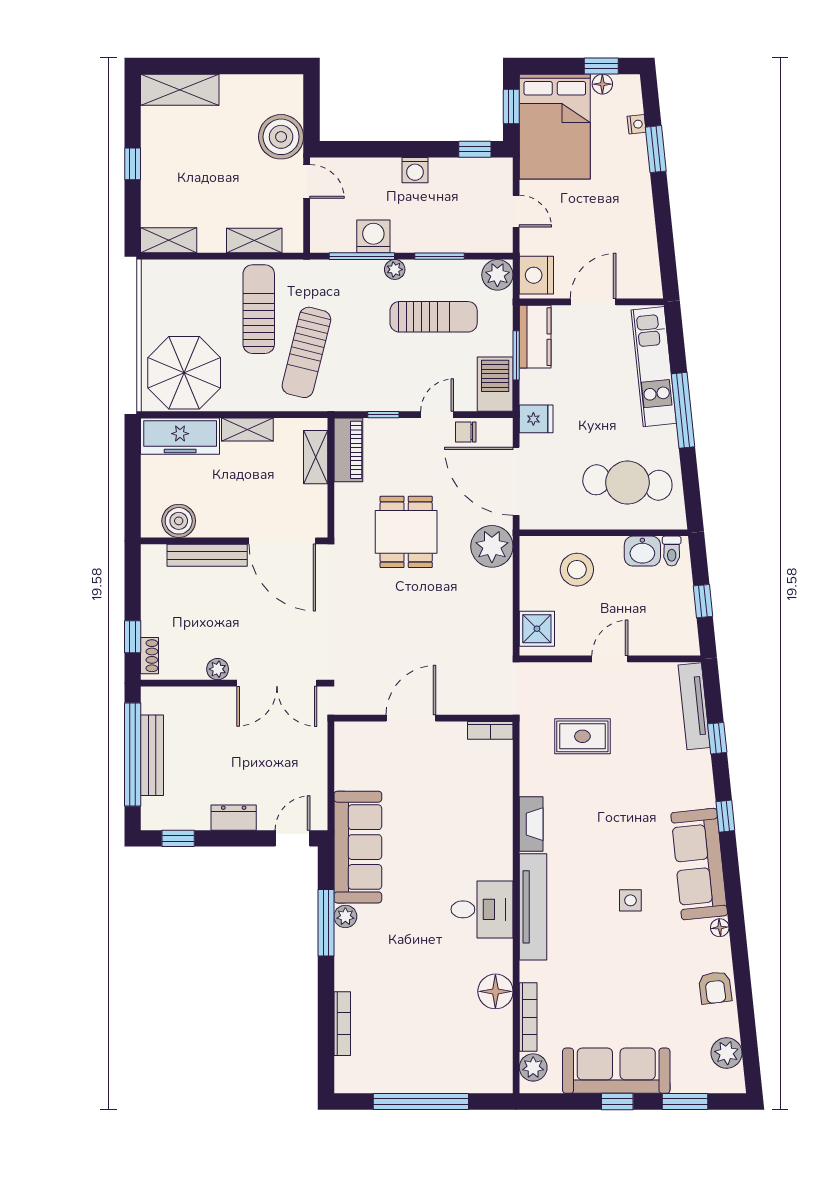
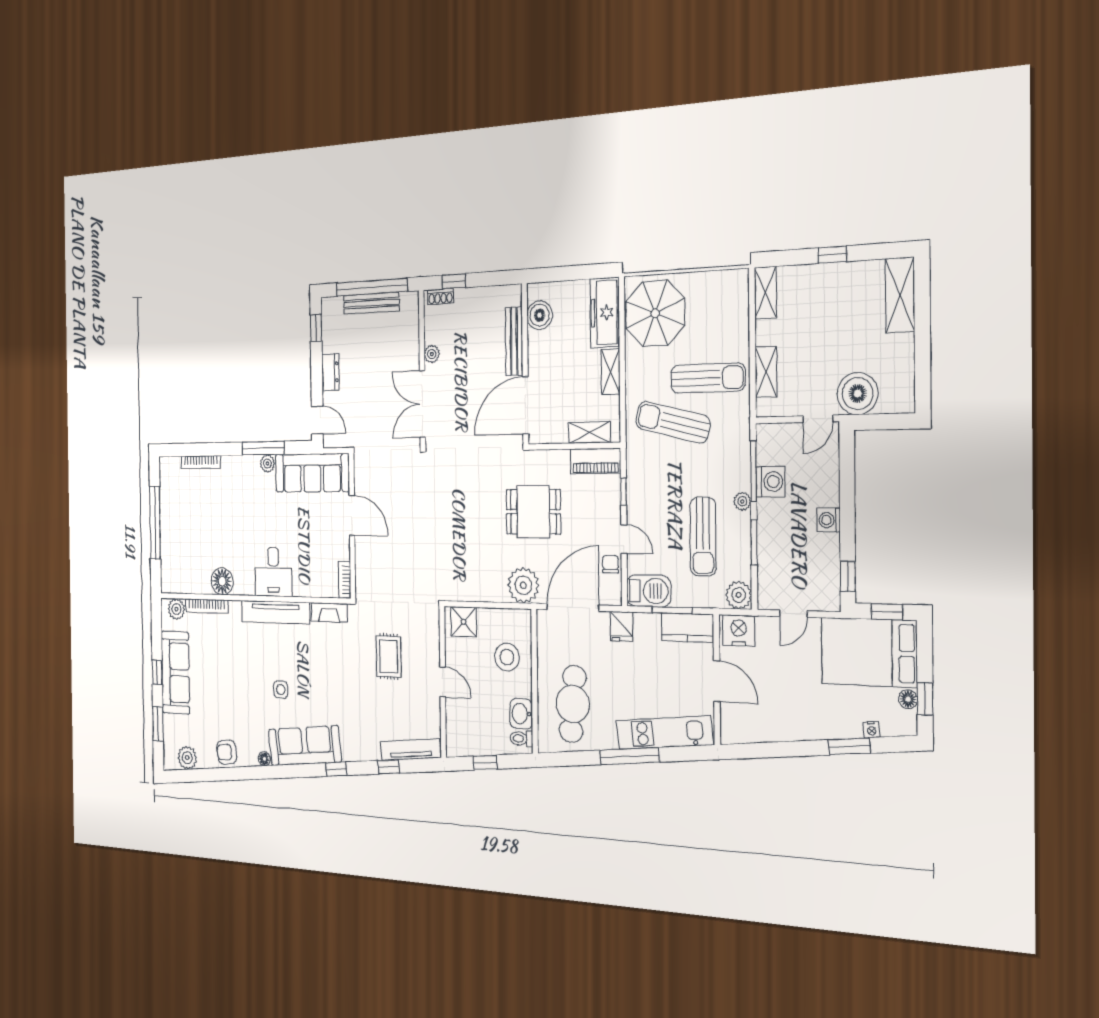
door: (411, 718) -> (352, 516), moved
wall: (423, 718) -> (352, 526), moved
bookcase: (490, 730) -> (345, 580), moved

